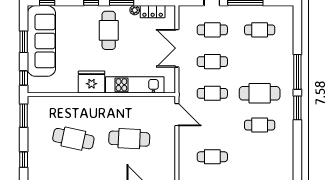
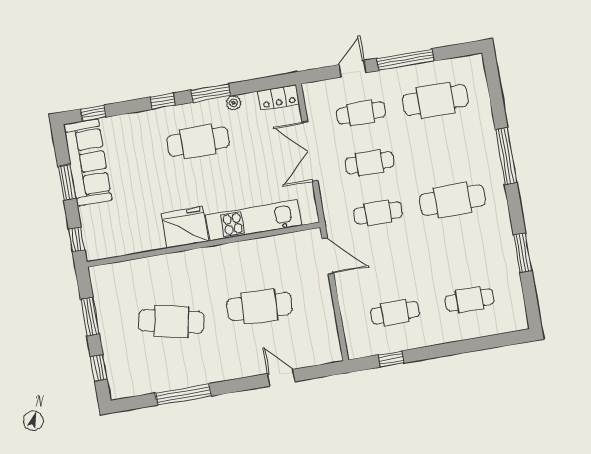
locker: (153, 12) -> (279, 97), moved
cafe table: (109, 30) -> (198, 142), turned 90
cafe table: (260, 30) -> (435, 100), width x1.37, depth x1.35
sofa: (41, 41) -> (88, 162), width x0.74, depth x0.79
window: (297, 108) -> (523, 253), moved
window: (24, 116) -> (90, 317), moved
cafe table: (260, 125) -> (470, 300), moved

